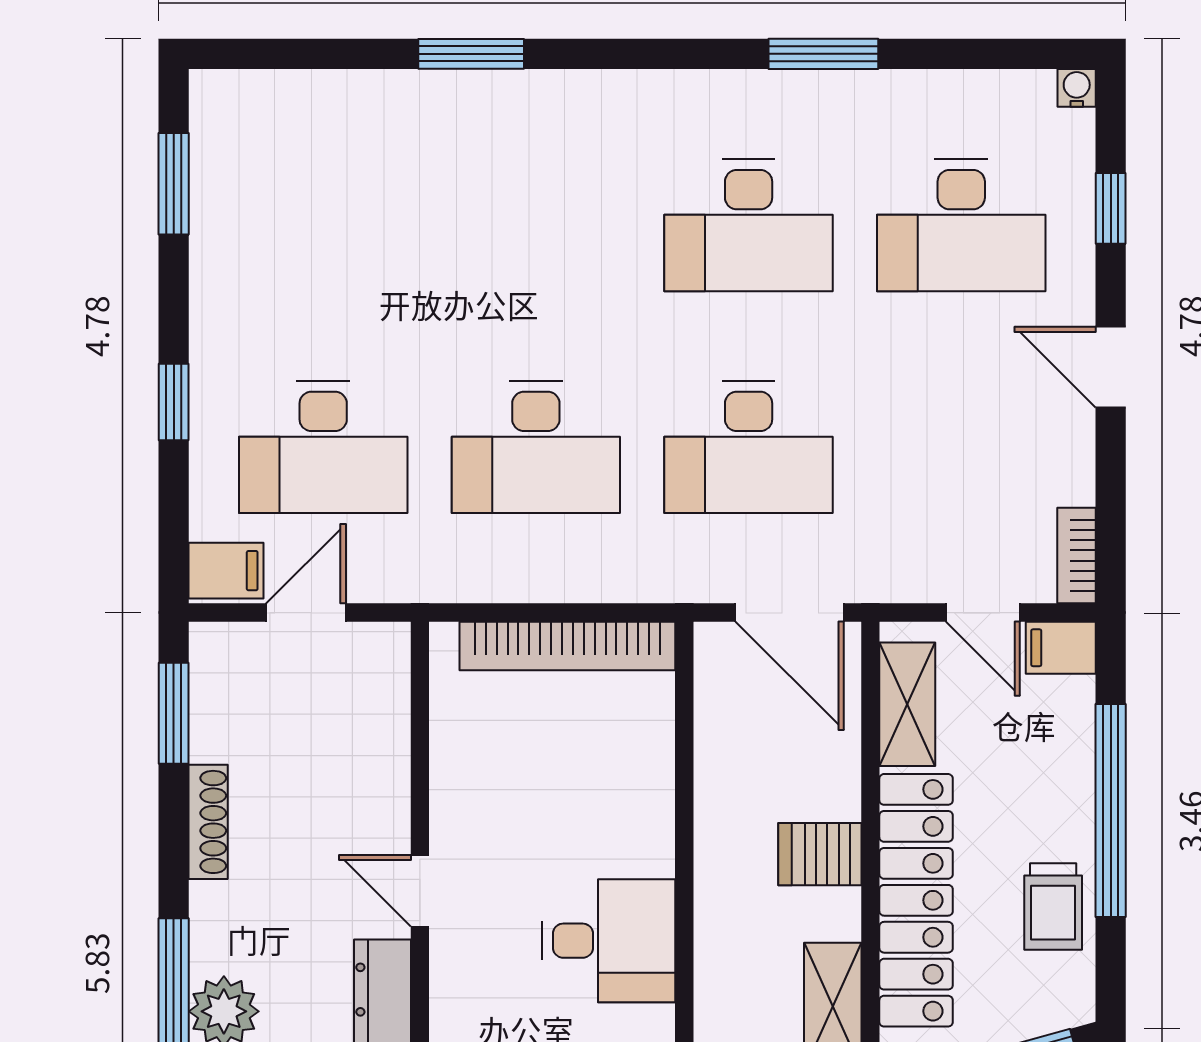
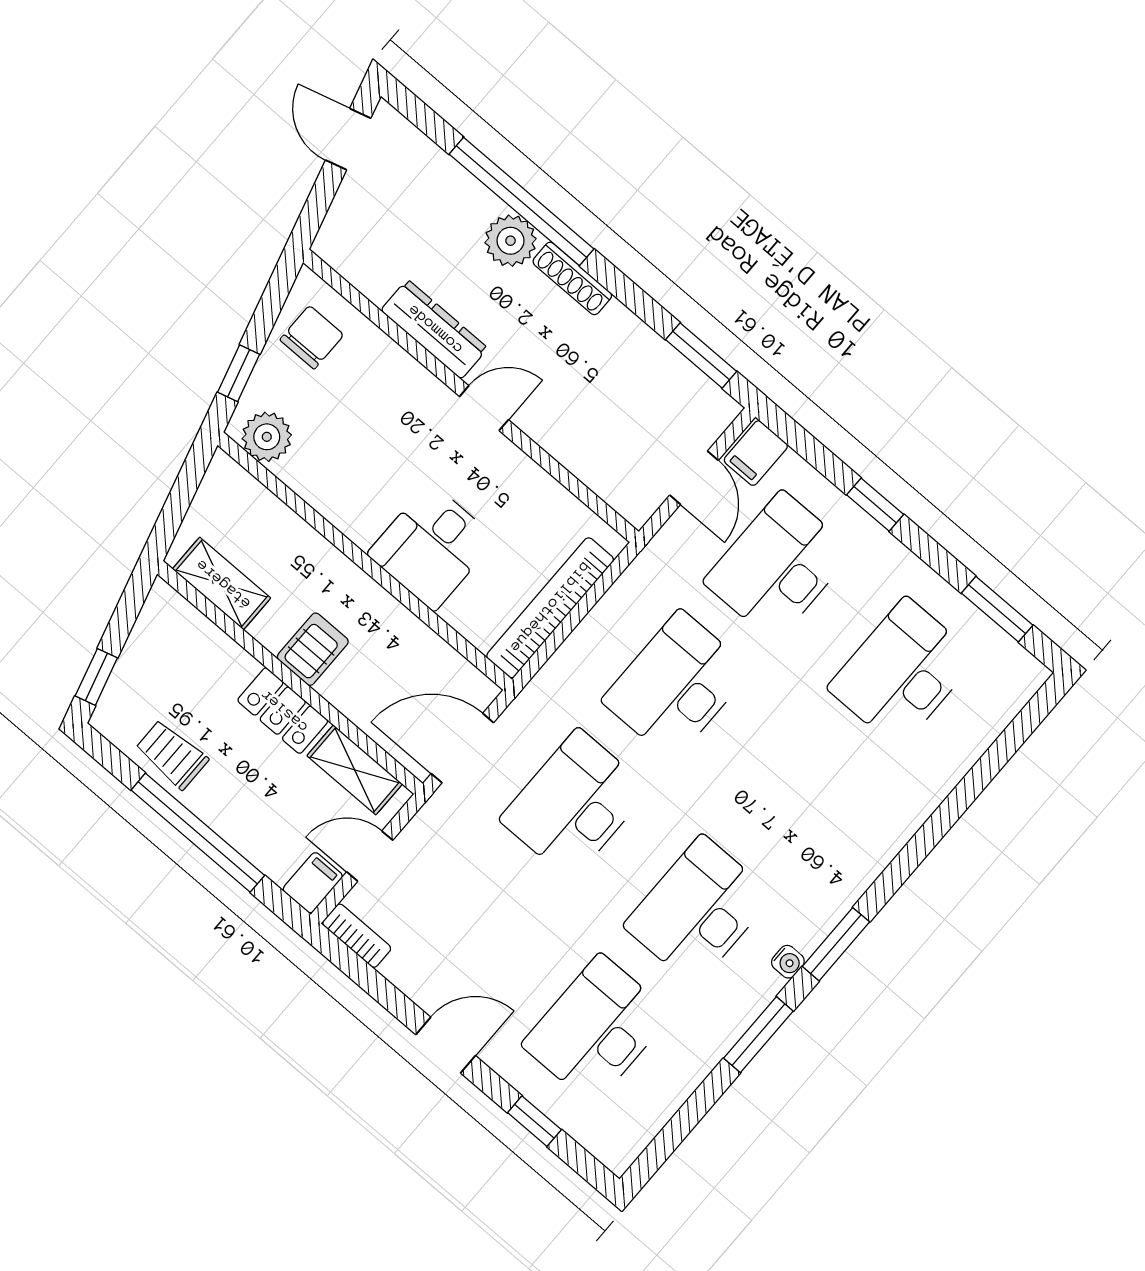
window: (471, 54) -> (836, 944), moved
water cooler: (1077, 88) -> (788, 962), moved
desk: (323, 225) -> (902, 673), added
shoe rack: (208, 822) -> (572, 278), moved
locker: (916, 900) -> (283, 711), width x0.46, depth x0.83
desk: (609, 941) -> (432, 547), moved

